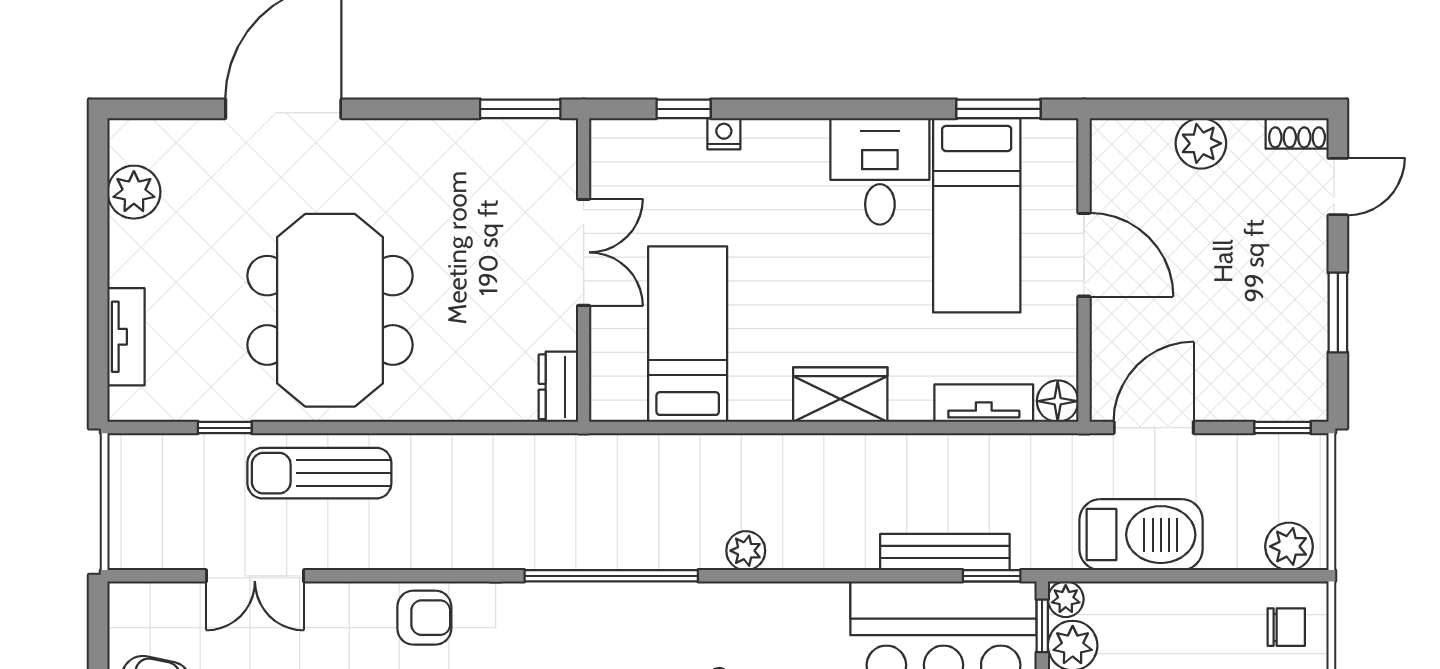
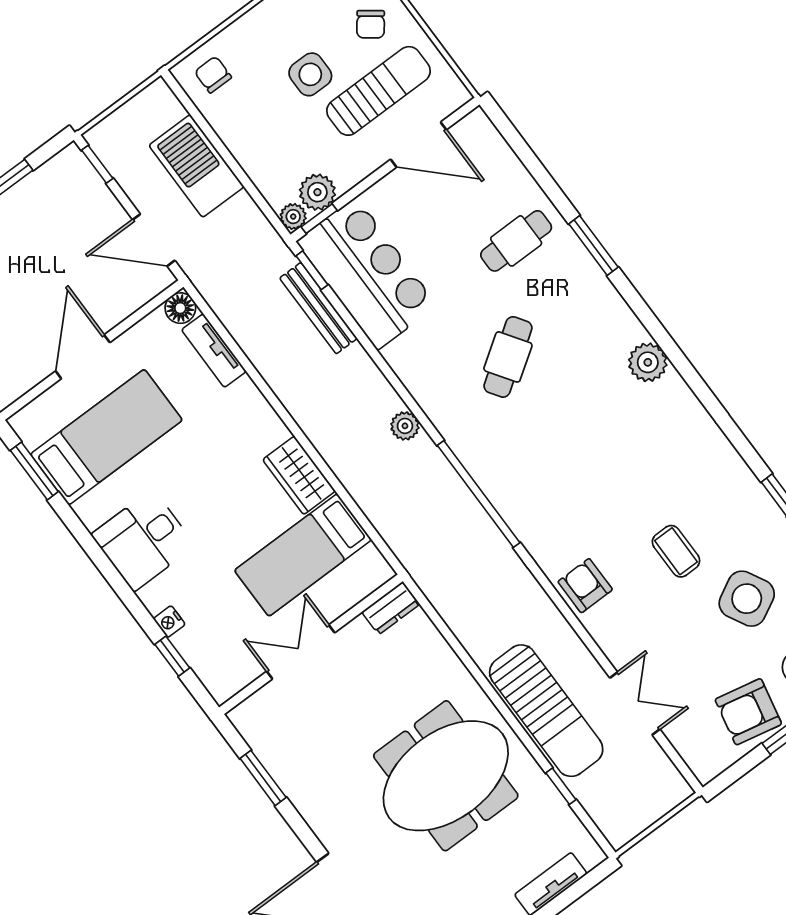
window: (520, 109) -> (263, 778), moved
desk: (880, 171) -> (143, 540), moved
wardrobe: (840, 395) -> (299, 475), moved
sun lounger: (319, 473) -> (546, 711), width x1.36, depth x1.34
barbecue: (1141, 535) -> (196, 166), moved
plant: (1289, 546) -> (164, 108), removed

